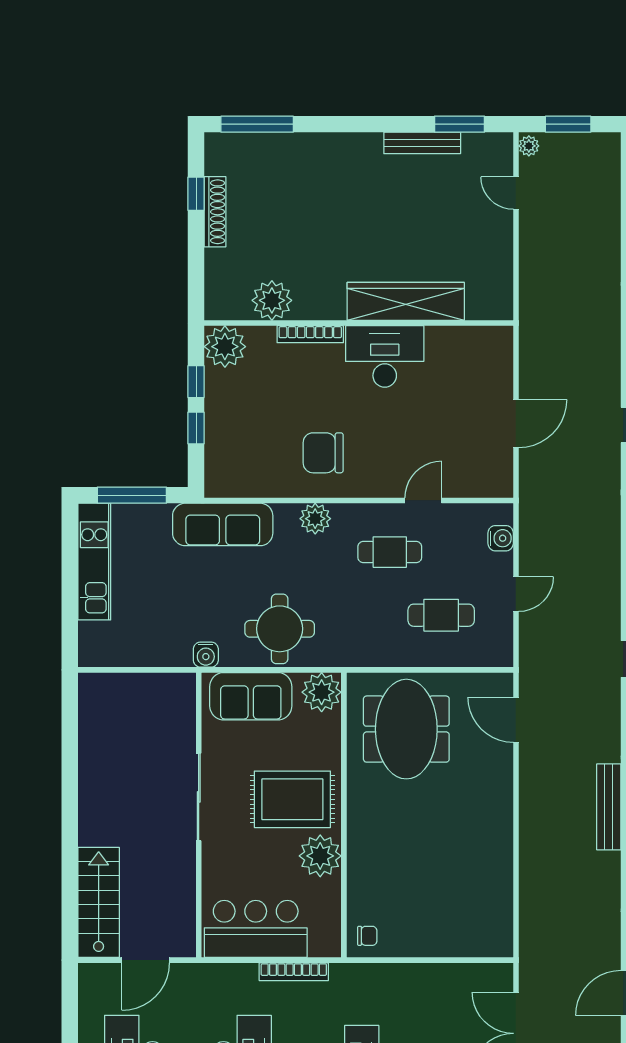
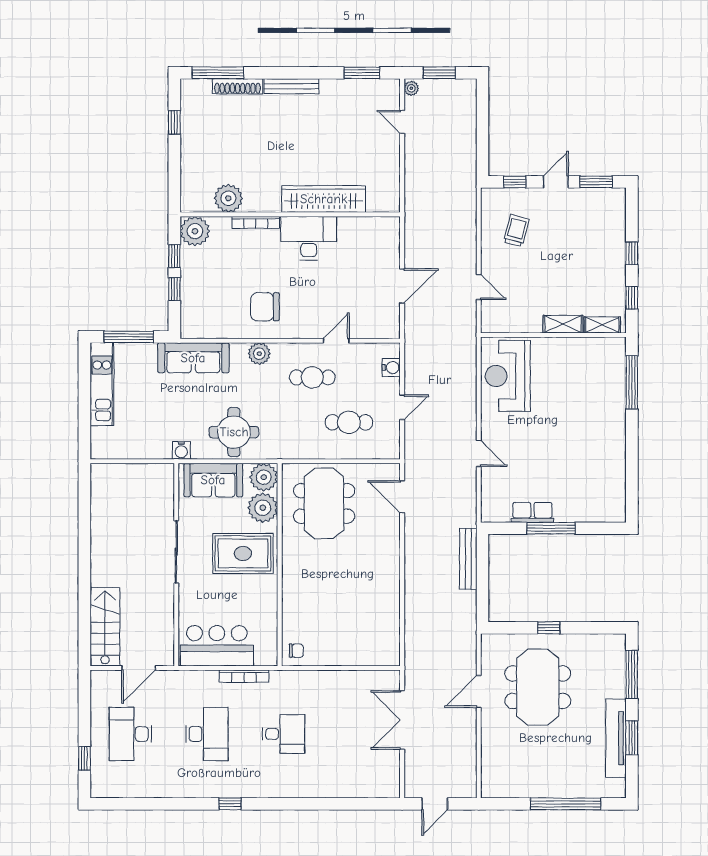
bench: (422, 143) -> (291, 86), moved
shoe rack: (215, 212) -> (238, 86), moved, turned 90
plant: (320, 856) -> (263, 508), moved

